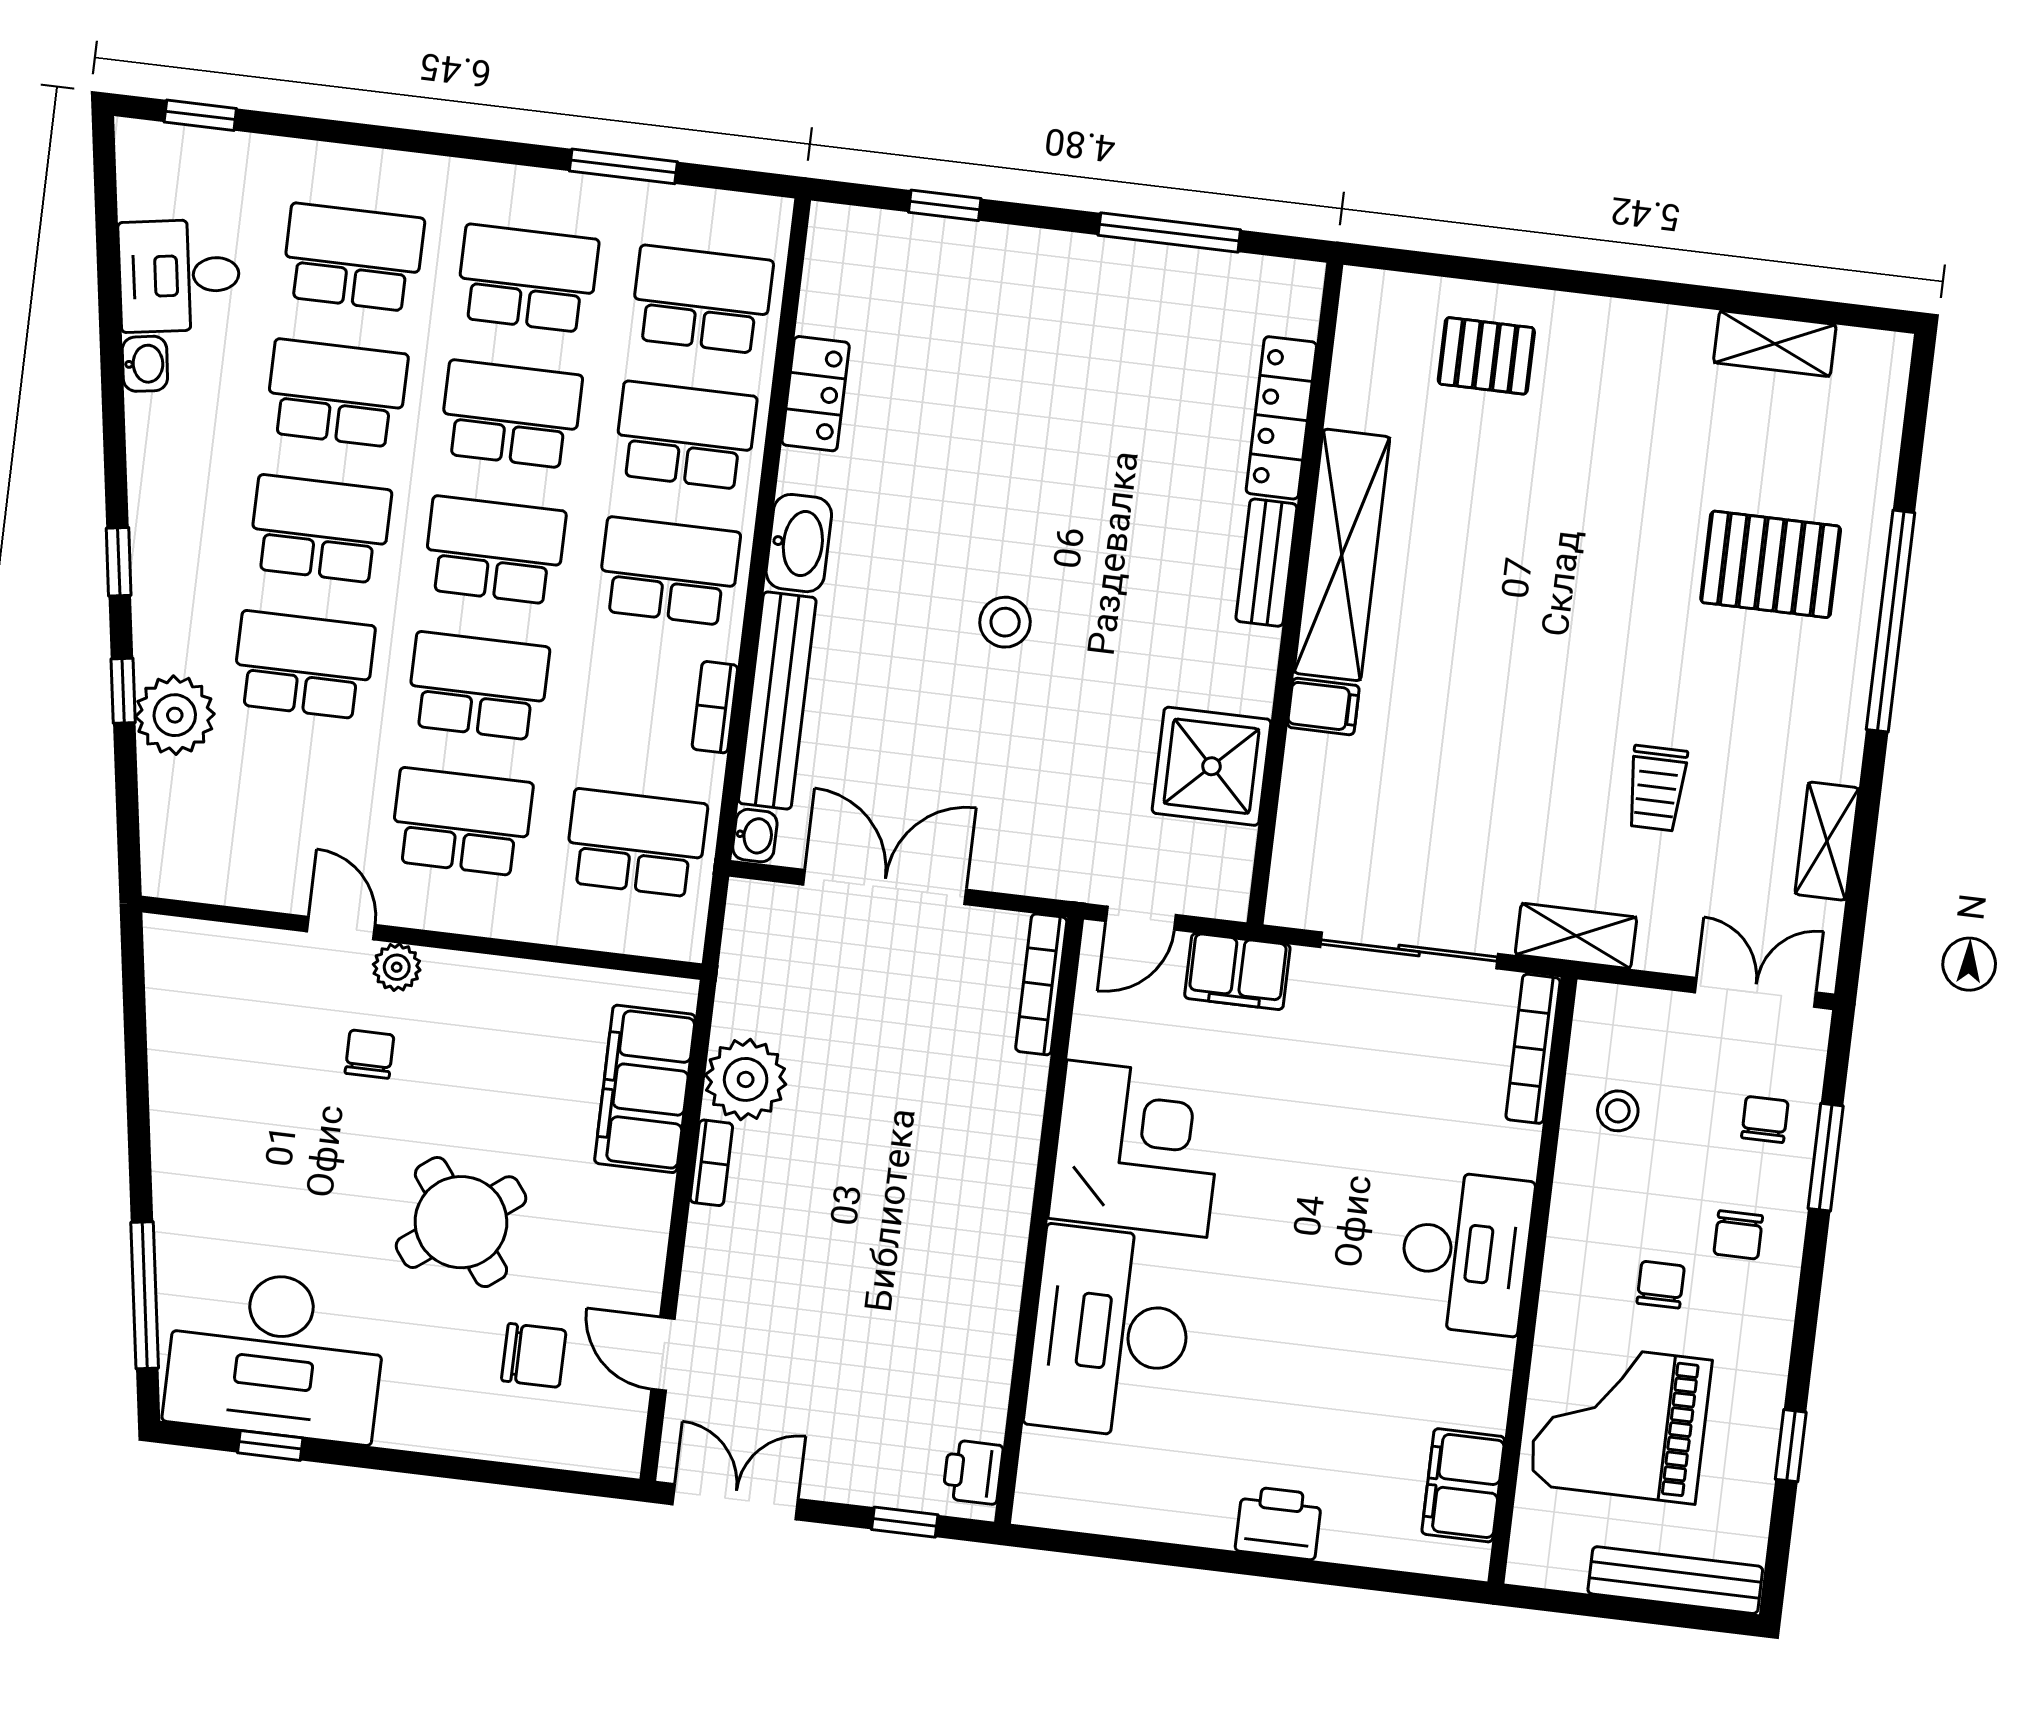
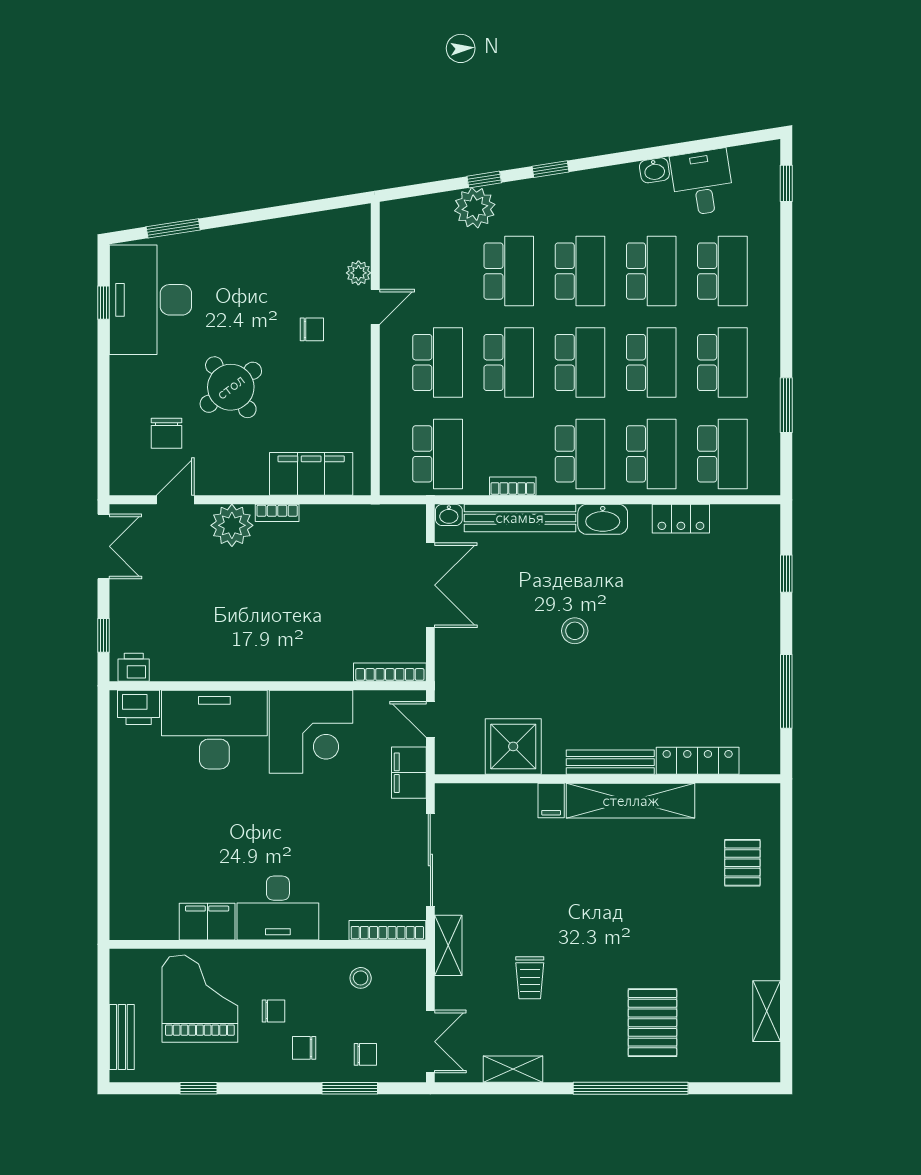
bench: (1266, 563) -> (610, 762), width x1.36
trolley: (1657, 788) -> (530, 978), turned -90
plant: (397, 967) -> (358, 273), moved
plant: (746, 1079) -> (232, 525), moved
window: (145, 1295) -> (173, 228), width x0.69
filing cabinet: (1463, 1485) -> (207, 922), moved
printer: (1279, 1523) -> (139, 707), moved, turned 90
bench: (1675, 1580) -> (122, 1037), width x0.73

